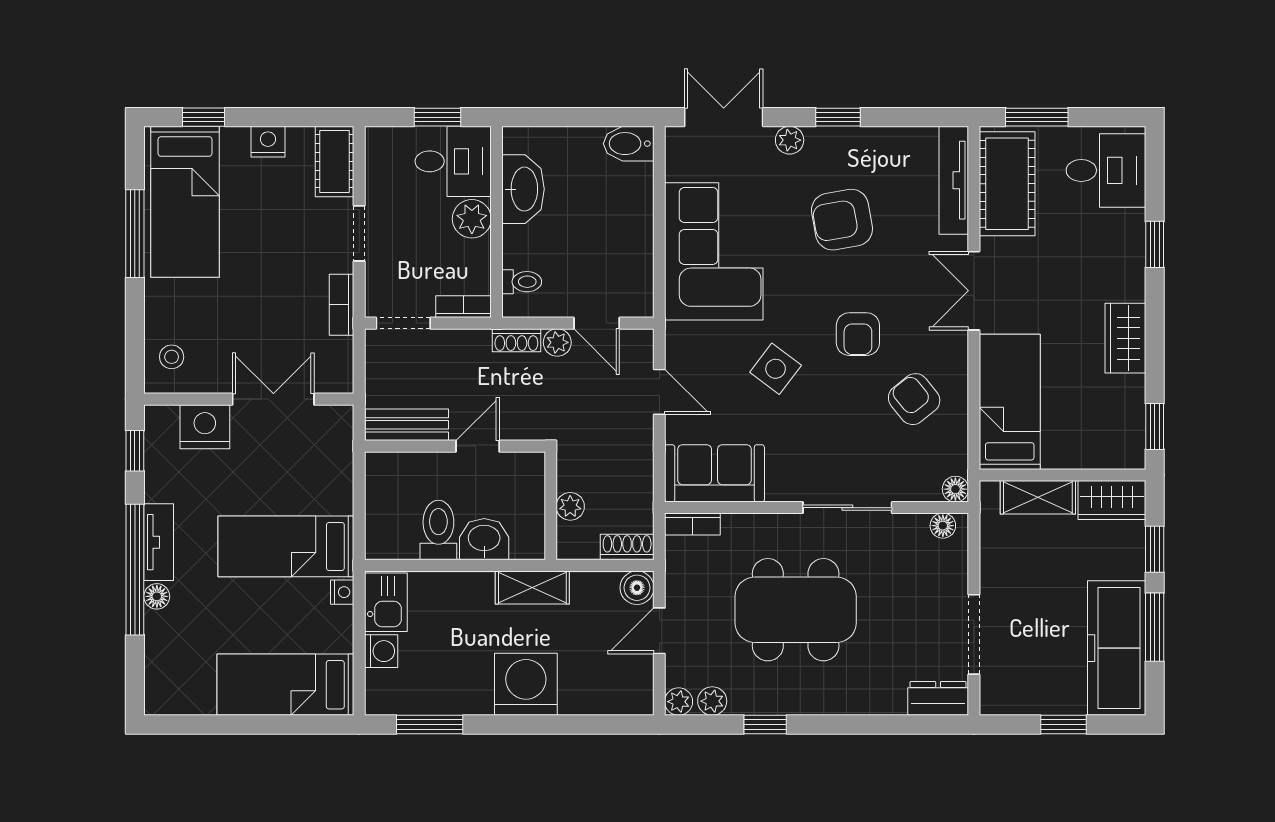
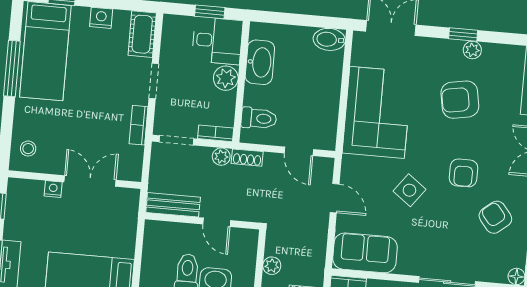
plant: (790, 140) -> (472, 50), moved
toilet: (522, 282) -> (259, 118), width x1.37, depth x1.39
plant: (557, 342) -> (221, 157), moved
nightstand: (205, 427) -> (53, 189), width x0.53, depth x0.56
door: (478, 446) -> (217, 222), swing flipped

